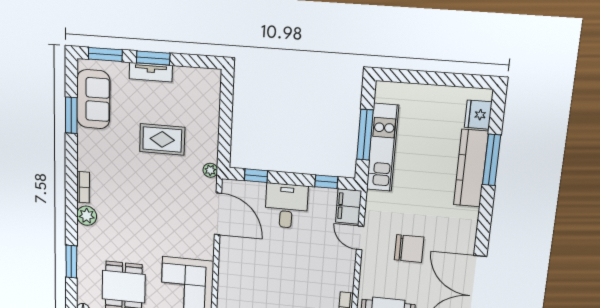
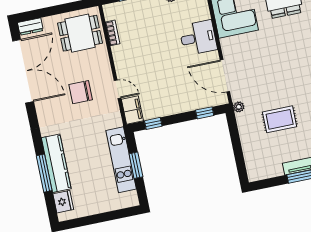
window: (365, 135) -> (136, 165), width x0.69
desk: (286, 206) -> (198, 38), moved, turned -90

